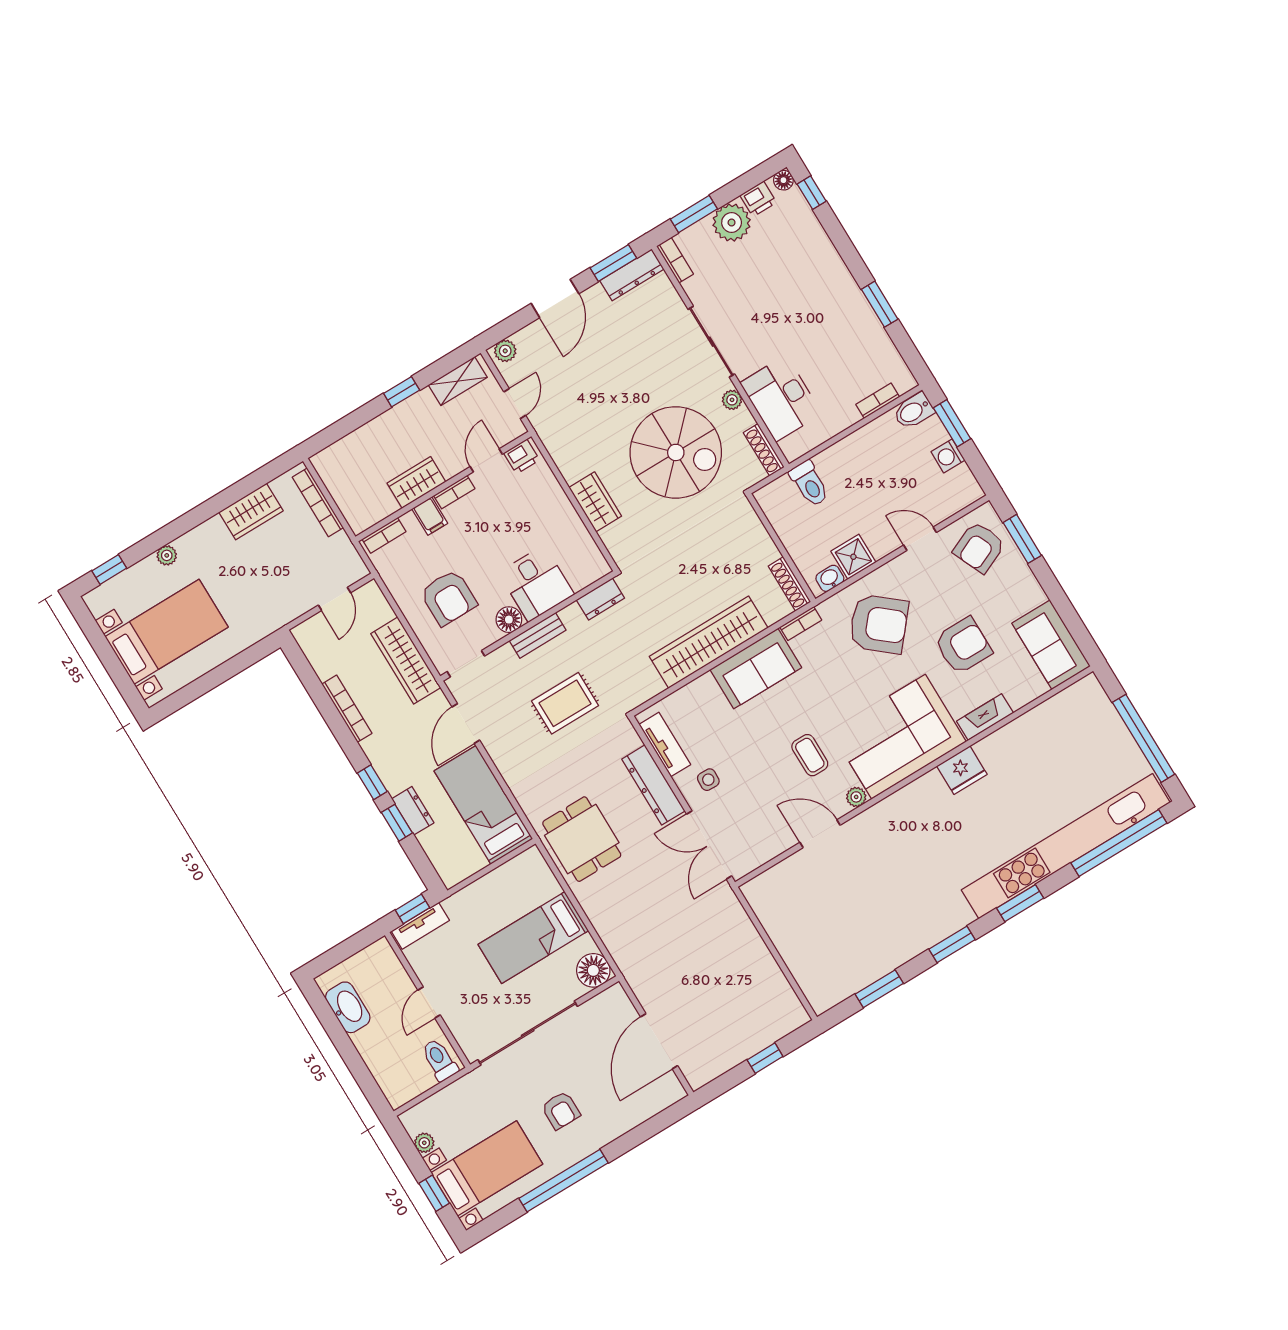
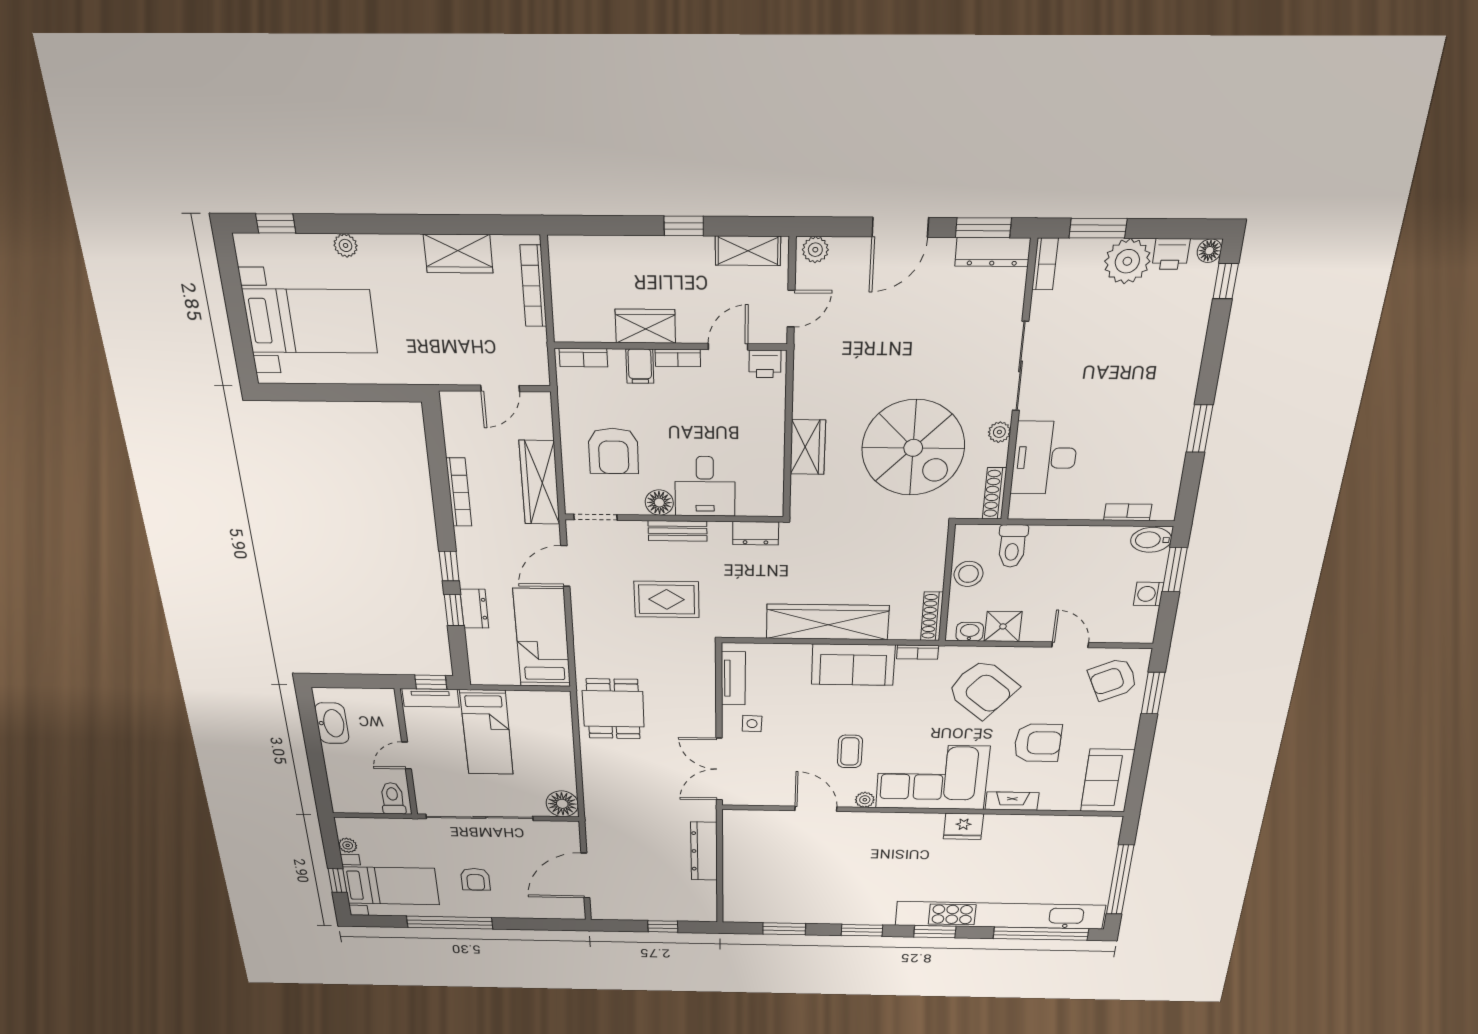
stool: (792, 529) -> (968, 574), added
dresser: (653, 785) -> (704, 851), moved
bed: (533, 938) -> (487, 732), moved, turned -90

